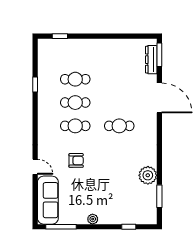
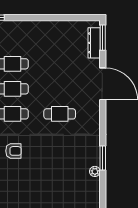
plant: (148, 175) -> (95, 171), width x0.53, depth x0.53
window: (159, 196) -> (103, 158), moved

